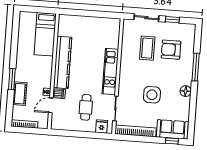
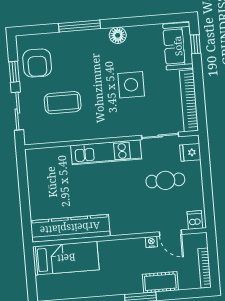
armchair: (171, 50) -> (37, 63), moved
kitchen counter: (63, 62) -> (70, 228), moved
dishwasher: (59, 94) -> (195, 220), moved

